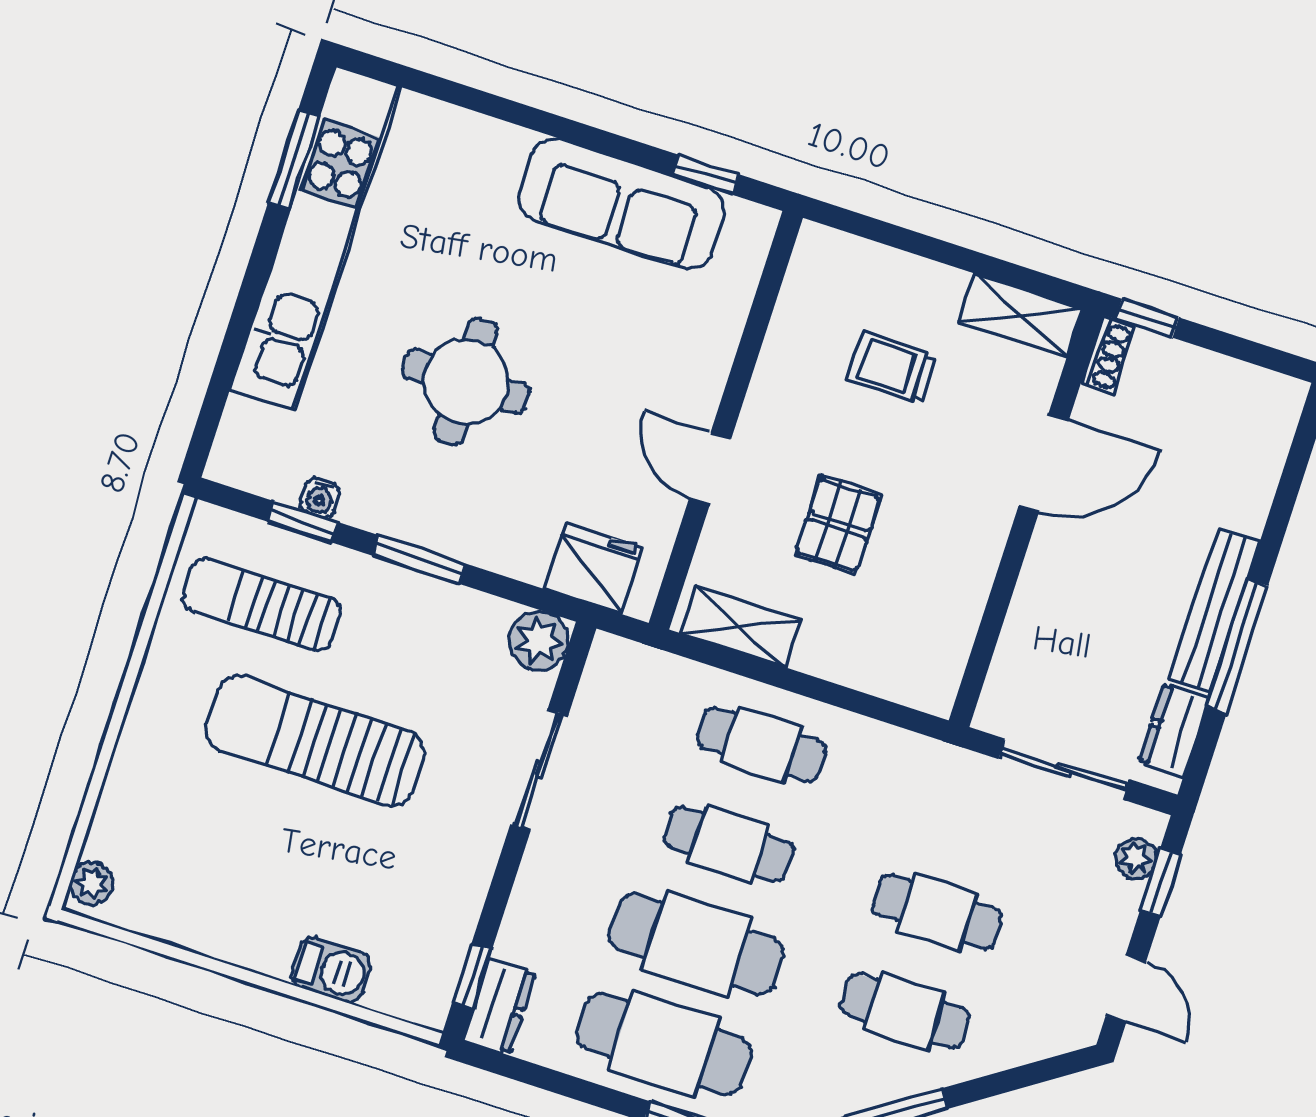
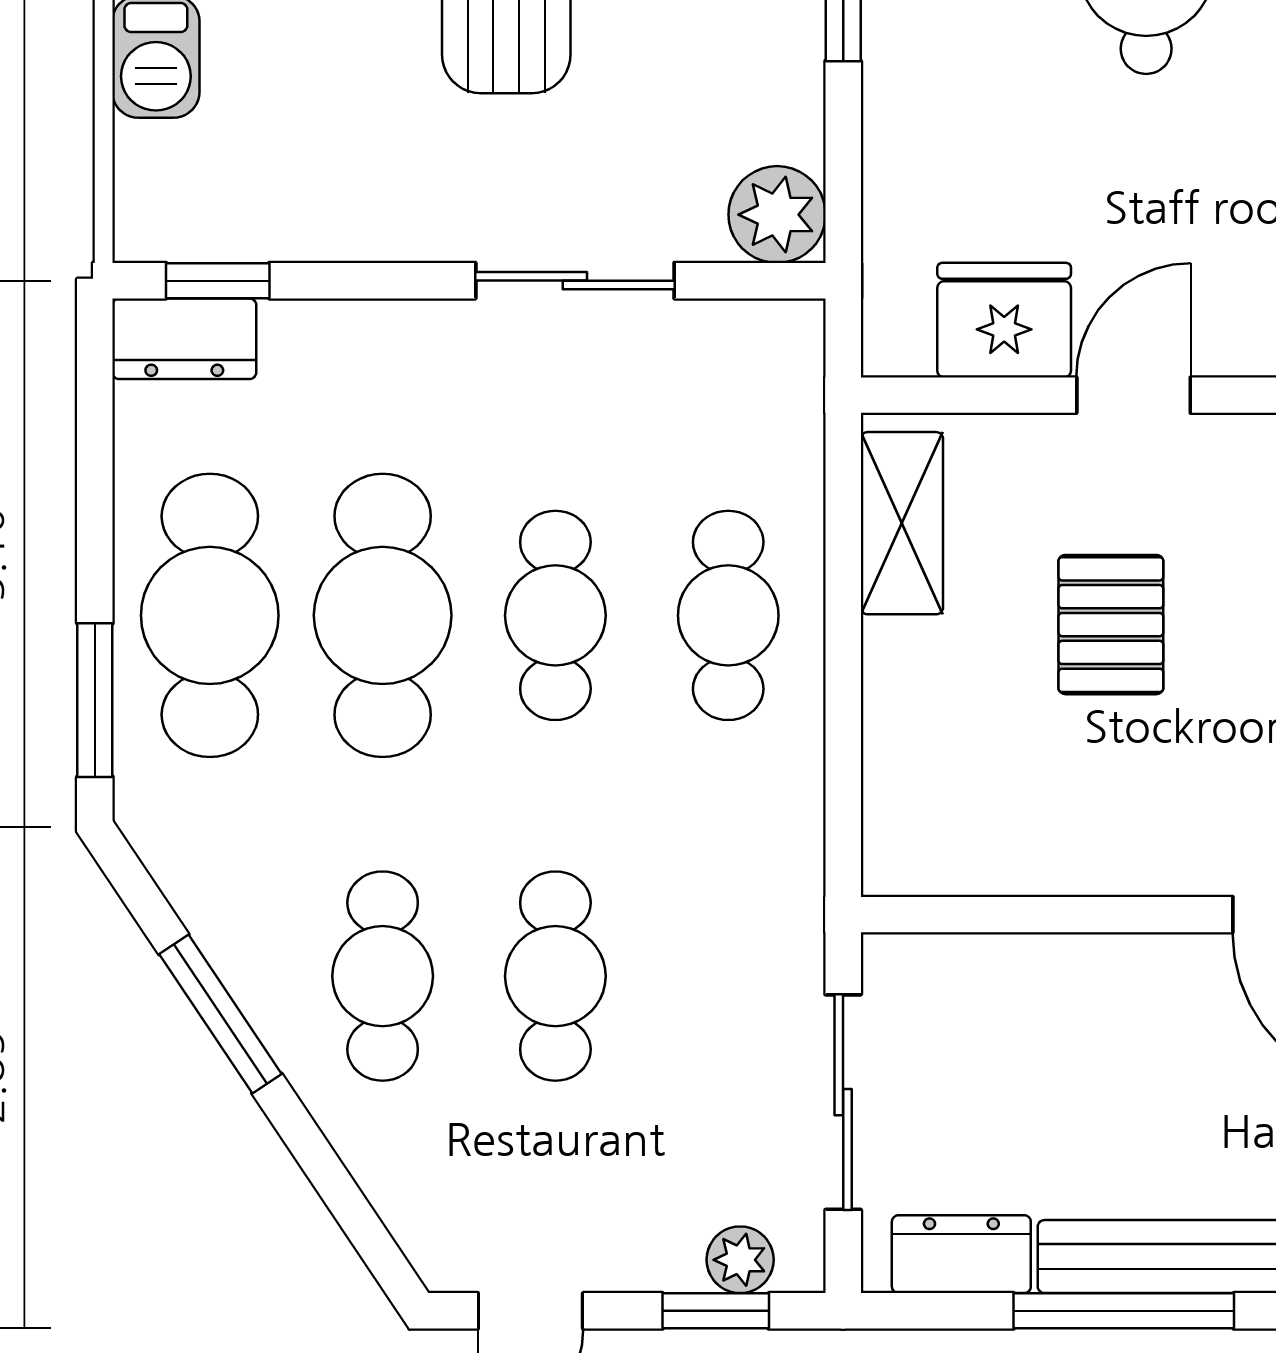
pallet: (838, 525) -> (1111, 625), turned 90
fridge: (593, 568) -> (1004, 320), moved, turned -90

